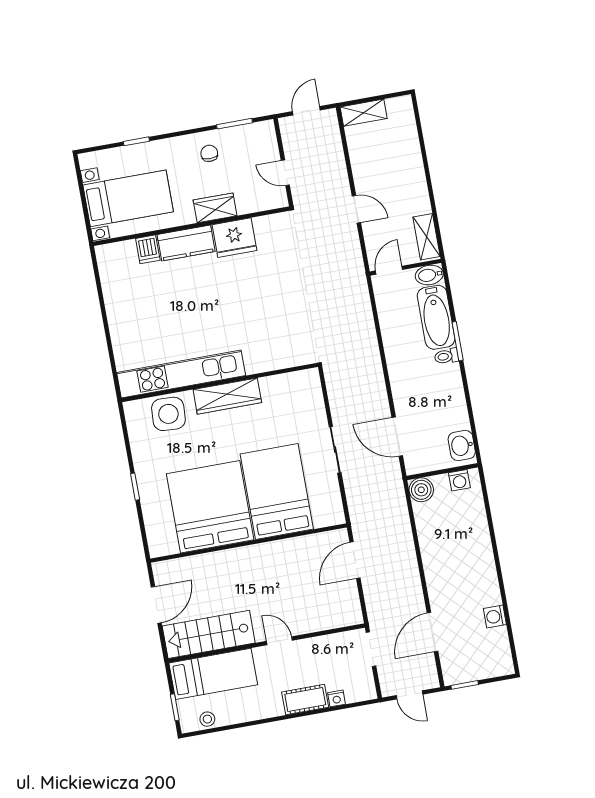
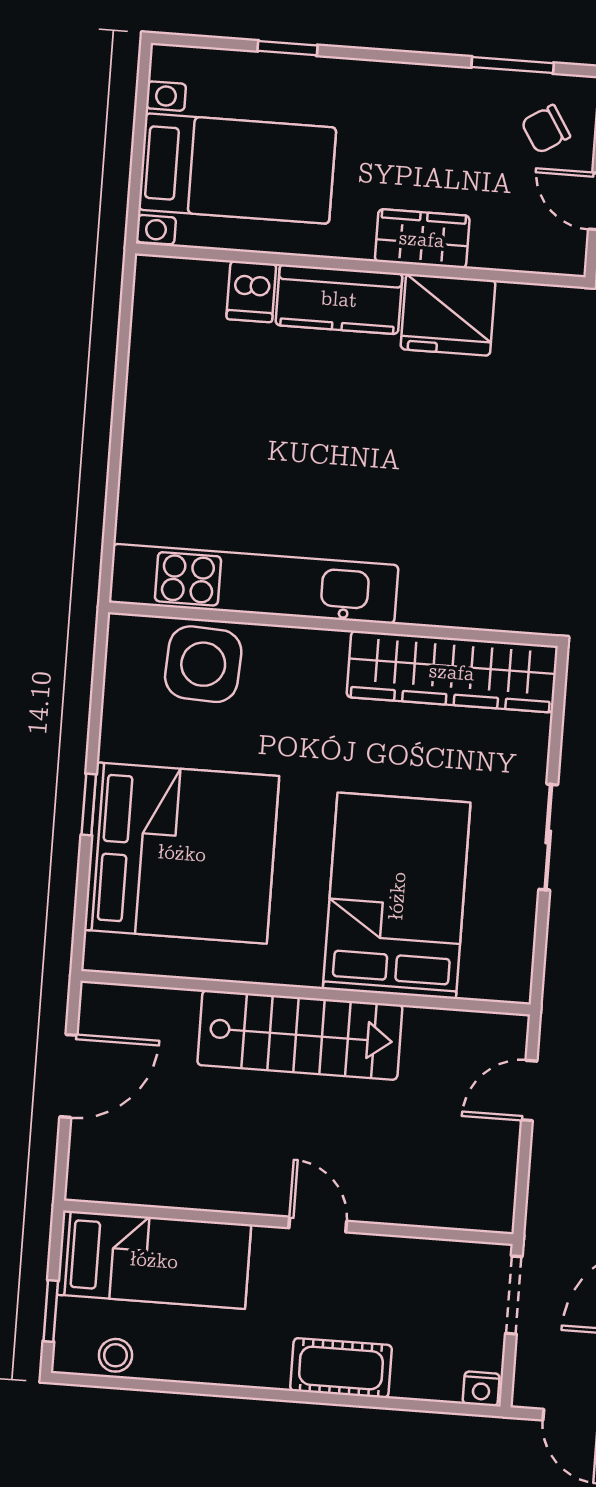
chair: (209, 153) -> (546, 129), moved, turned -122
wardrobe: (227, 396) -> (452, 672), moved, width x1.40, depth x1.17
bed: (210, 507) -> (182, 853), moved, turned 90
door: (355, 560) -> (529, 1091), width x0.73
stairs: (209, 634) -> (300, 1035), moved, turned 180
nightstand: (337, 698) -> (481, 1389), moved

